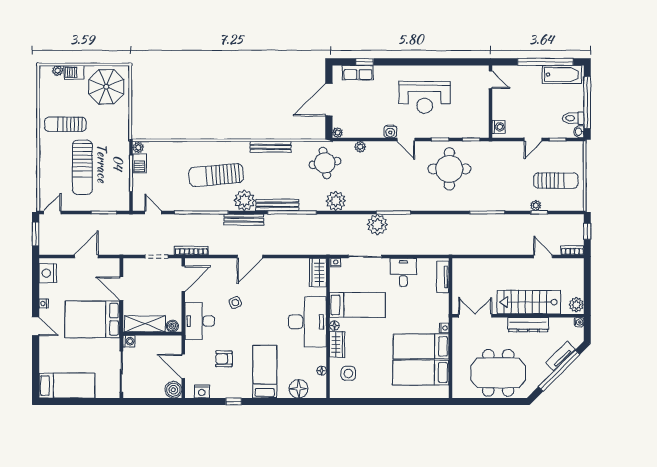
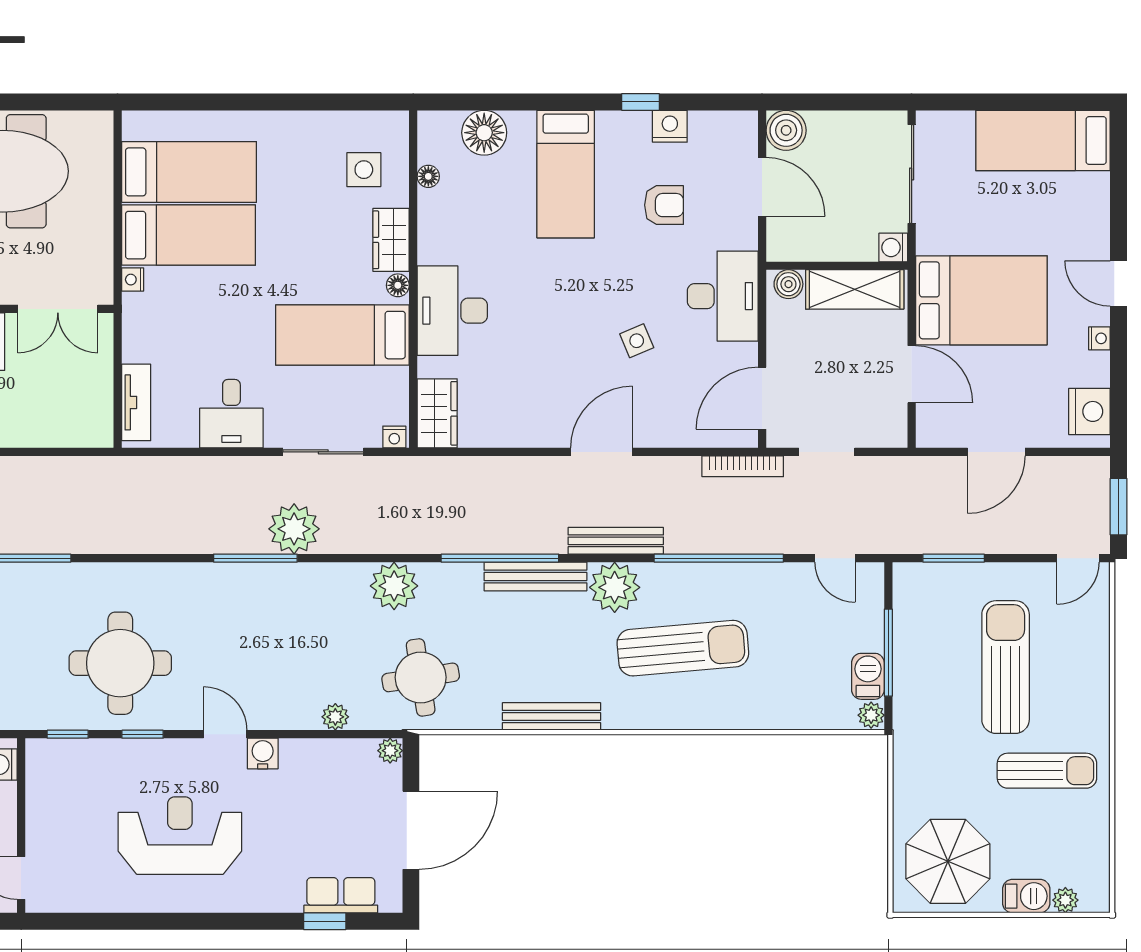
desk: (307, 322) -> (452, 311), width x0.73, depth x0.77
nightstand: (202, 391) -> (670, 126), moved

